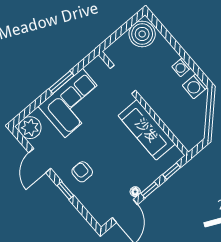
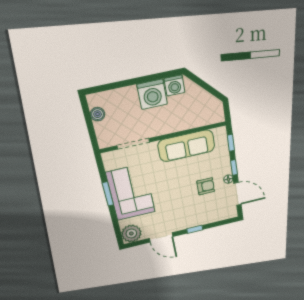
boiler: (142, 34) -> (98, 114), width x0.54, depth x0.54
washing machine: (181, 67) -> (152, 94), width x1.89, depth x1.89
armchair: (82, 172) -> (206, 186), moved, turned 180

